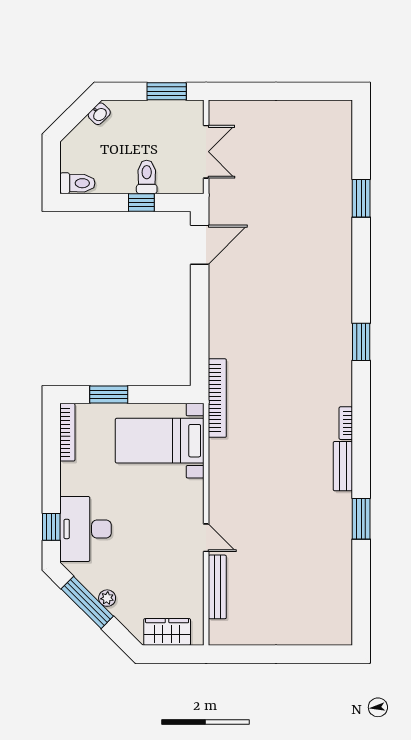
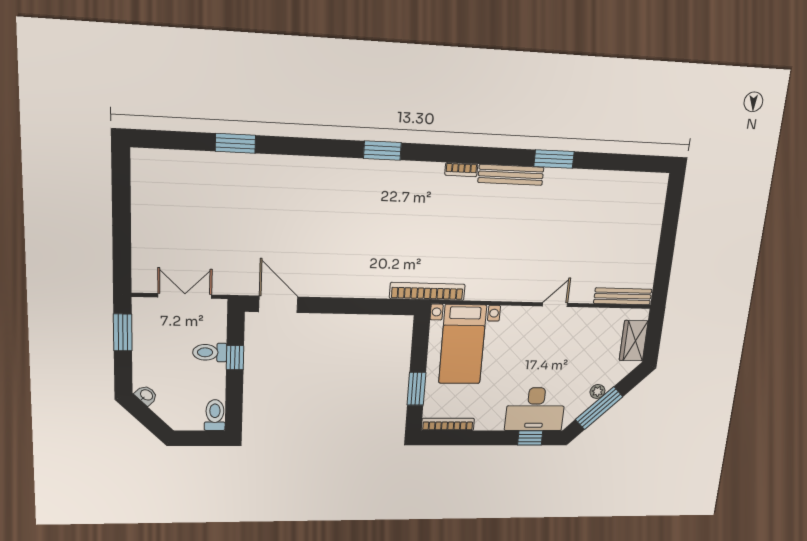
bench: (343, 466) -> (511, 175), width x1.36
bench: (217, 587) -> (623, 296), moved

